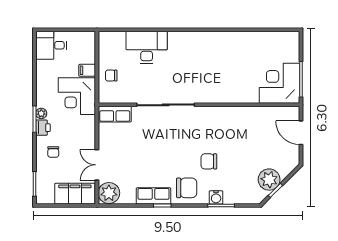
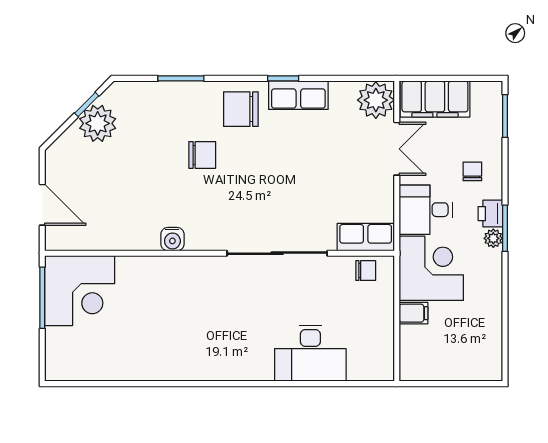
desk: (51, 45) -> (426, 210), moved, turned 180
chair: (111, 76) -> (366, 271), moved
water cooler: (216, 197) -> (172, 239), moved, turned 180

